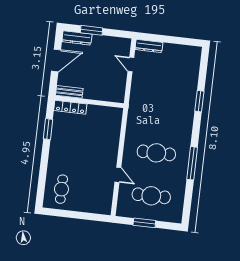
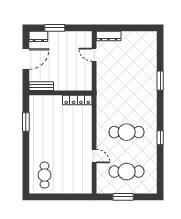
dresser: (77, 38) -> (38, 36), width x0.70
locker: (70, 107) -> (77, 100), moved
window: (192, 163) -> (160, 138), width x0.46

